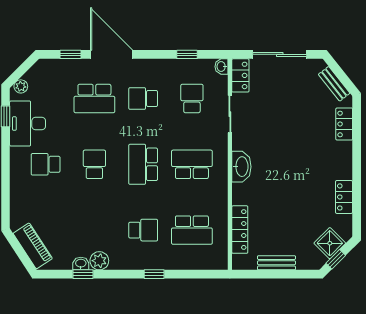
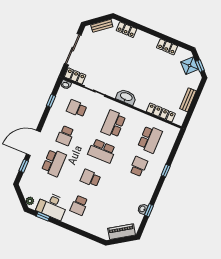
plant: (99, 261) -> (145, 198), removed

